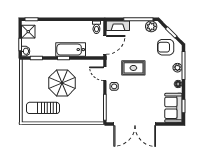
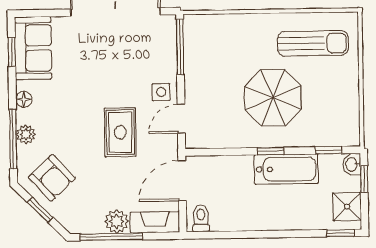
plant: (151, 26) -> (117, 221), moved
armchair: (166, 47) -> (52, 178), turned 47
bathtub: (71, 50) -> (286, 169), moved
rug: (133, 68) -> (120, 132), turned 90
door: (105, 74) -> (181, 119), swing flipped

